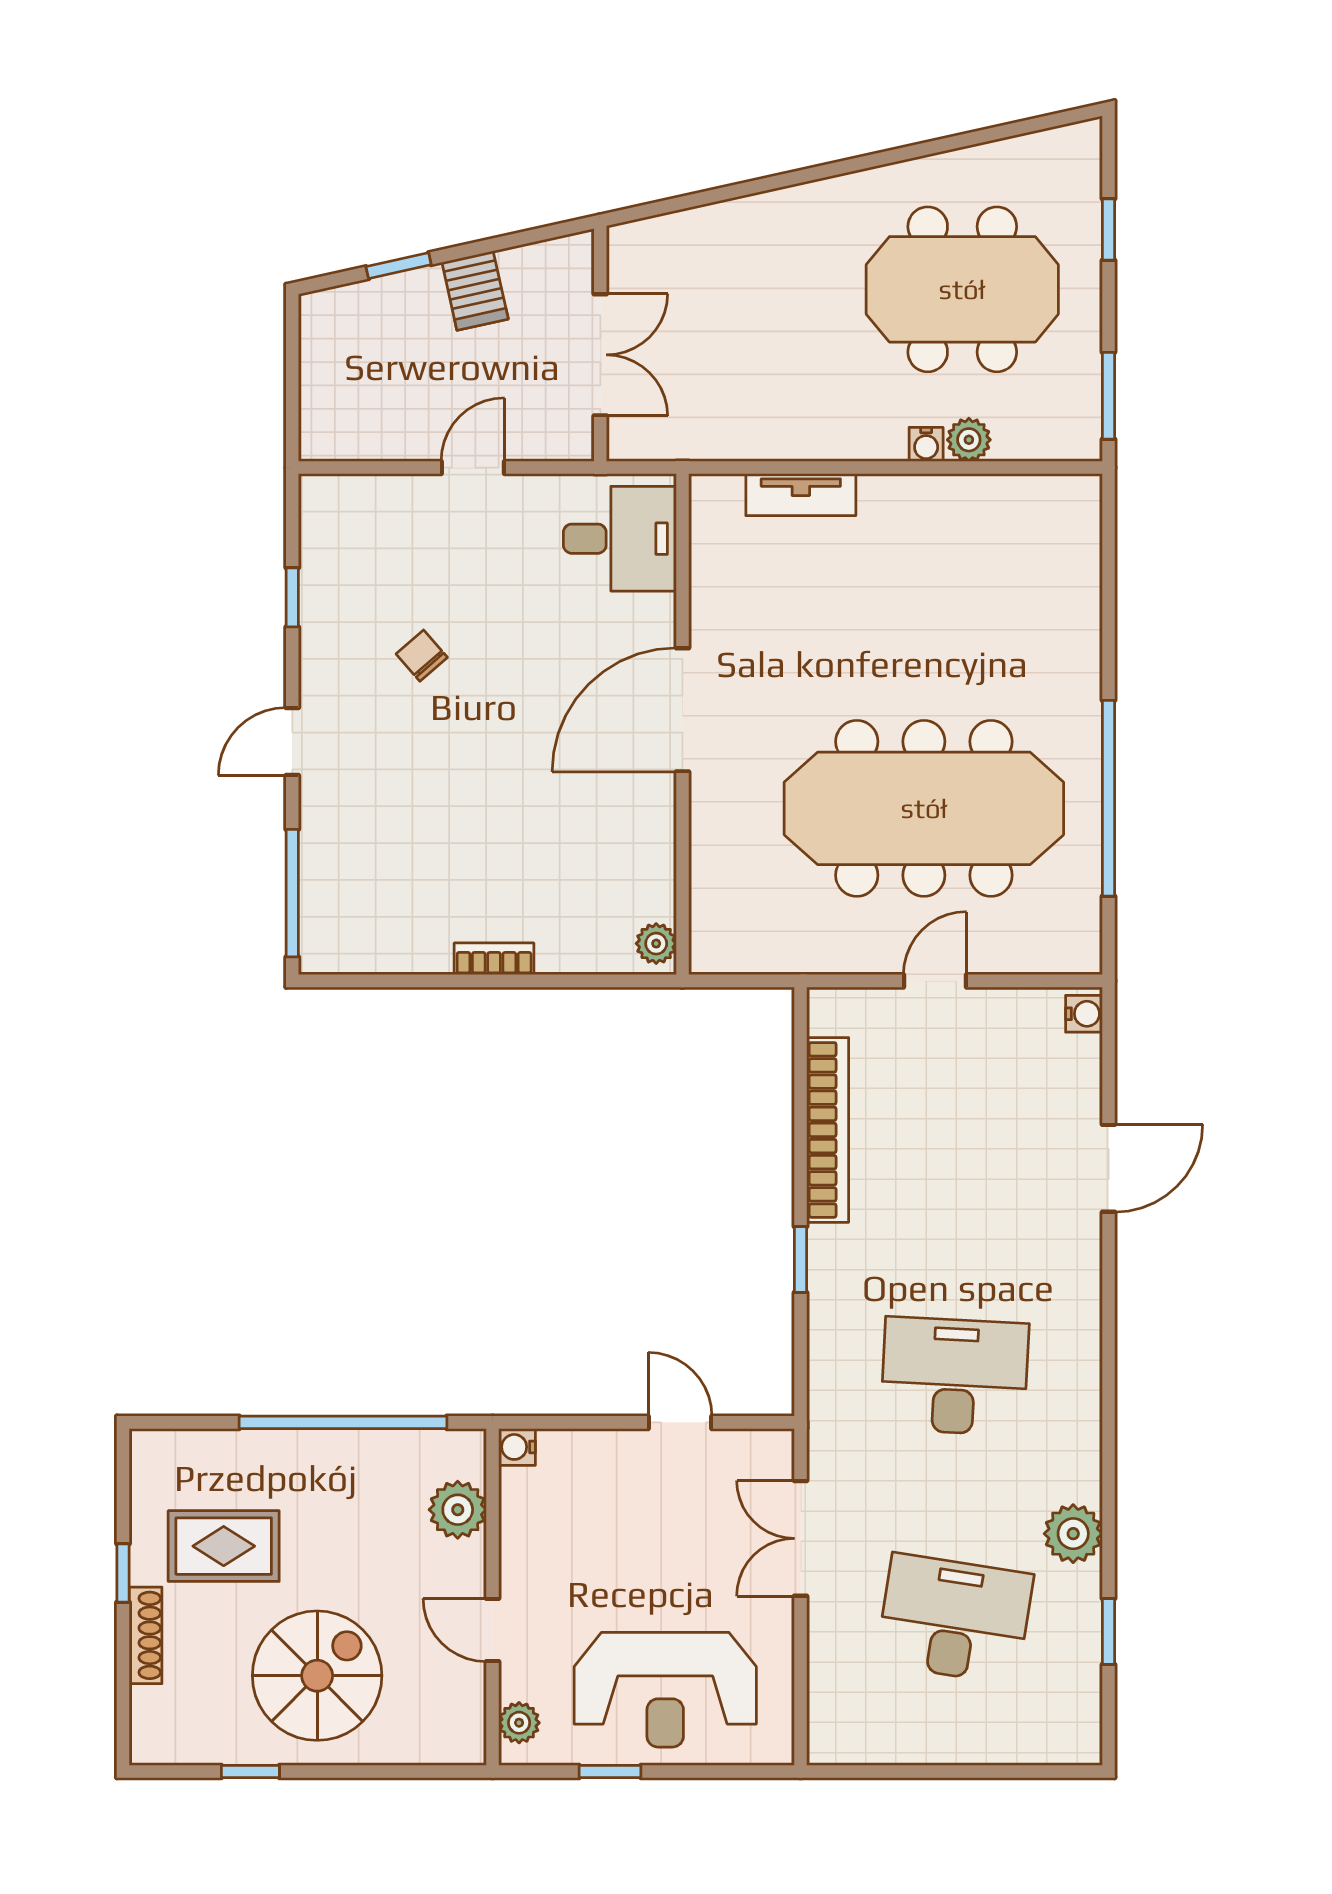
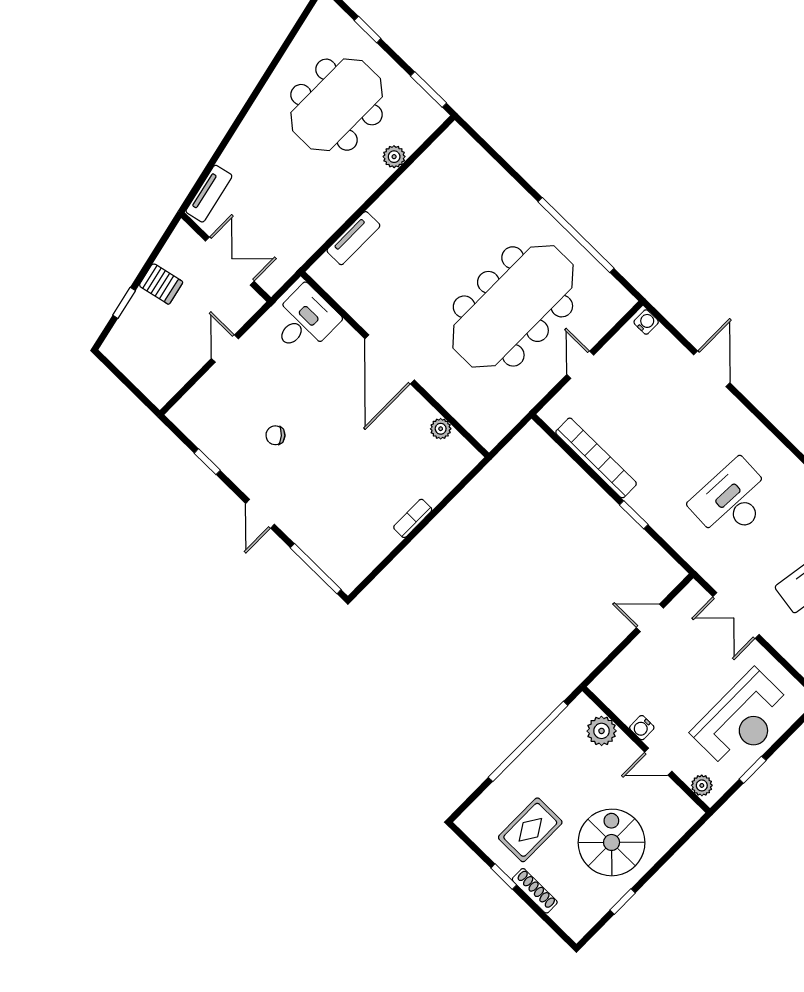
tv unit: (665, 234) -> (209, 194), added
water cooler: (926, 444) -> (380, 174), removed
plant: (656, 944) -> (441, 429), moved
water cooler: (517, 1447) -> (642, 728), moved

